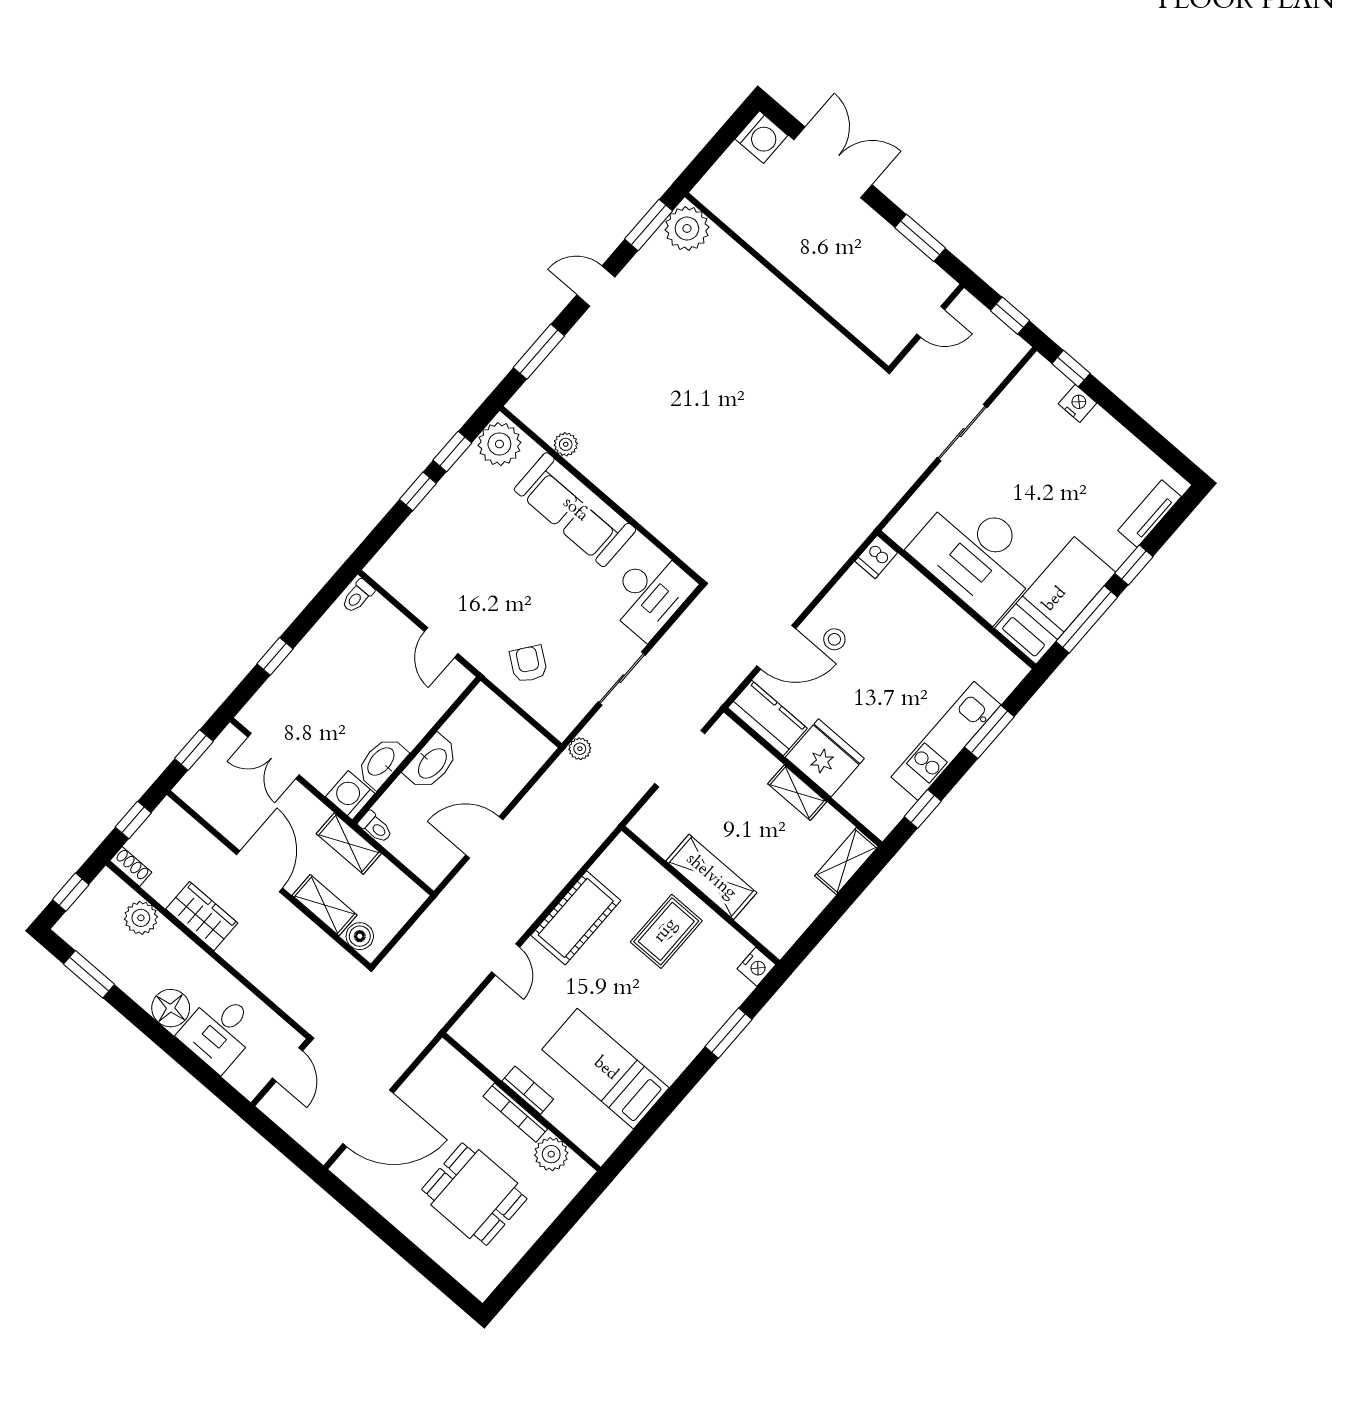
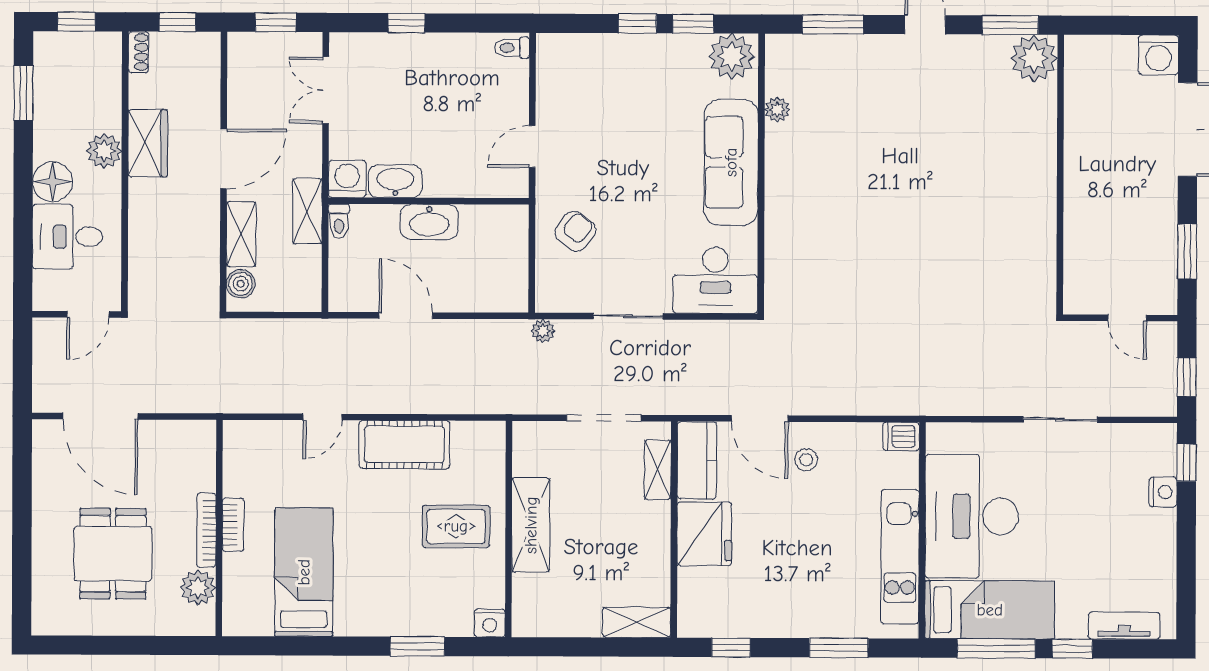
kitchen unit: (946, 741) -> (900, 557), moved, turned -90
shelving: (797, 793) -> (658, 470), moved
plant: (141, 918) -> (104, 151), moved

